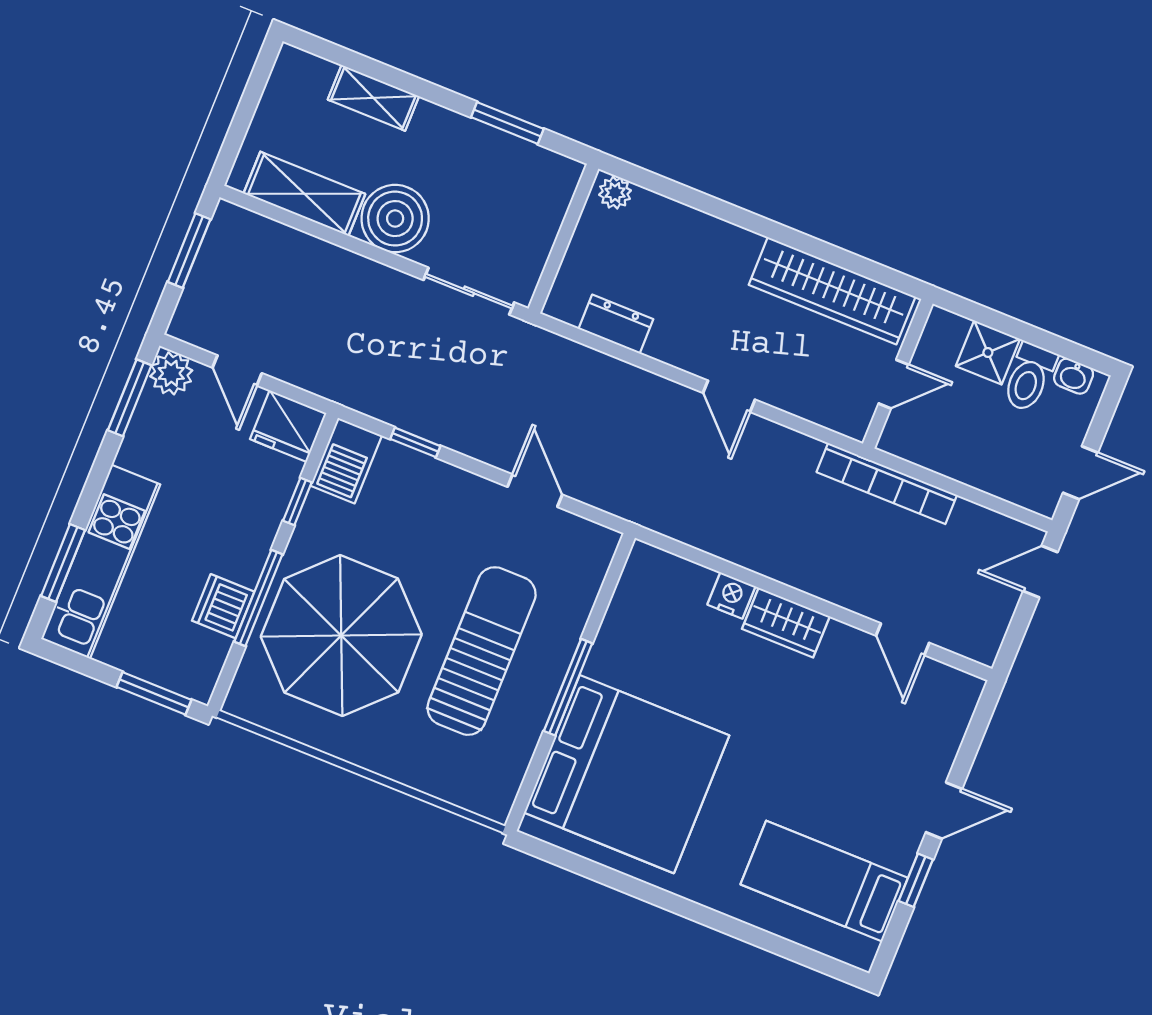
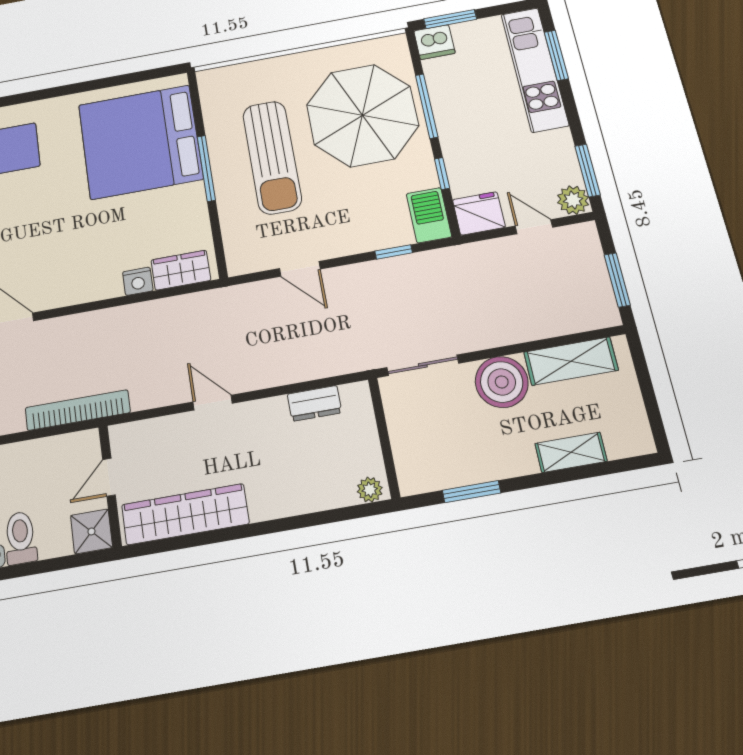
shower: (988, 352) -> (91, 531), moved
dishwasher: (223, 606) -> (434, 42), moved, turned 90
wardrobe: (786, 623) -> (181, 270), moved

